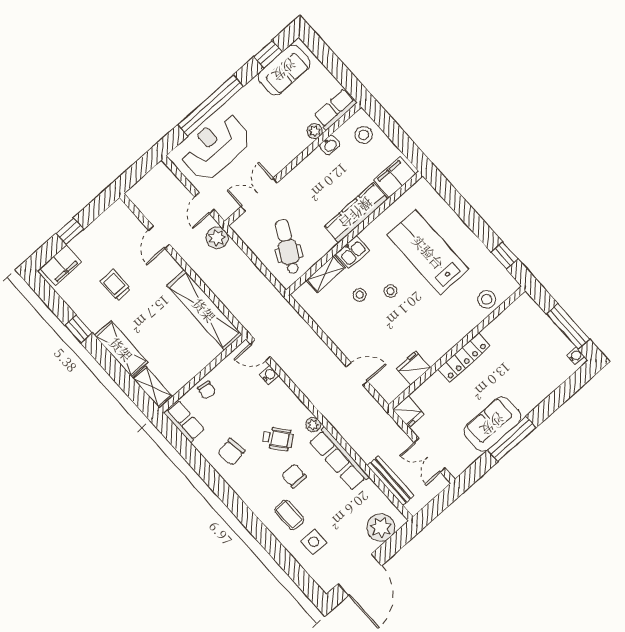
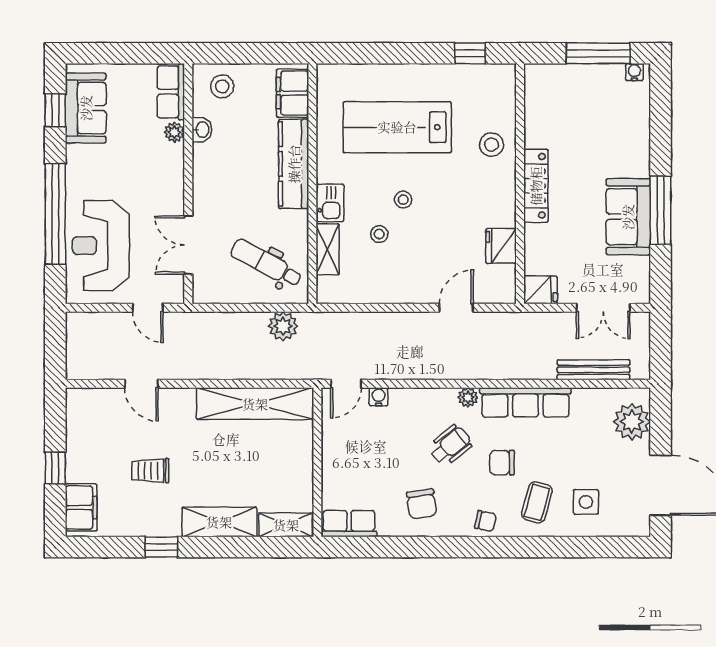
plant: (217, 238) -> (283, 326), moved
stool: (487, 299) -> (492, 145), moved
chair: (207, 390) -> (485, 521), moved
coffee table: (289, 515) -> (537, 502), turned -74

